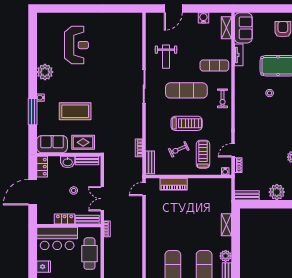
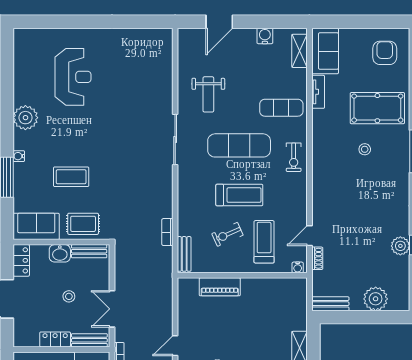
coffee table: (75, 111) -> (71, 177), width x0.73, depth x0.76
door: (144, 189) -> (175, 346), moved

